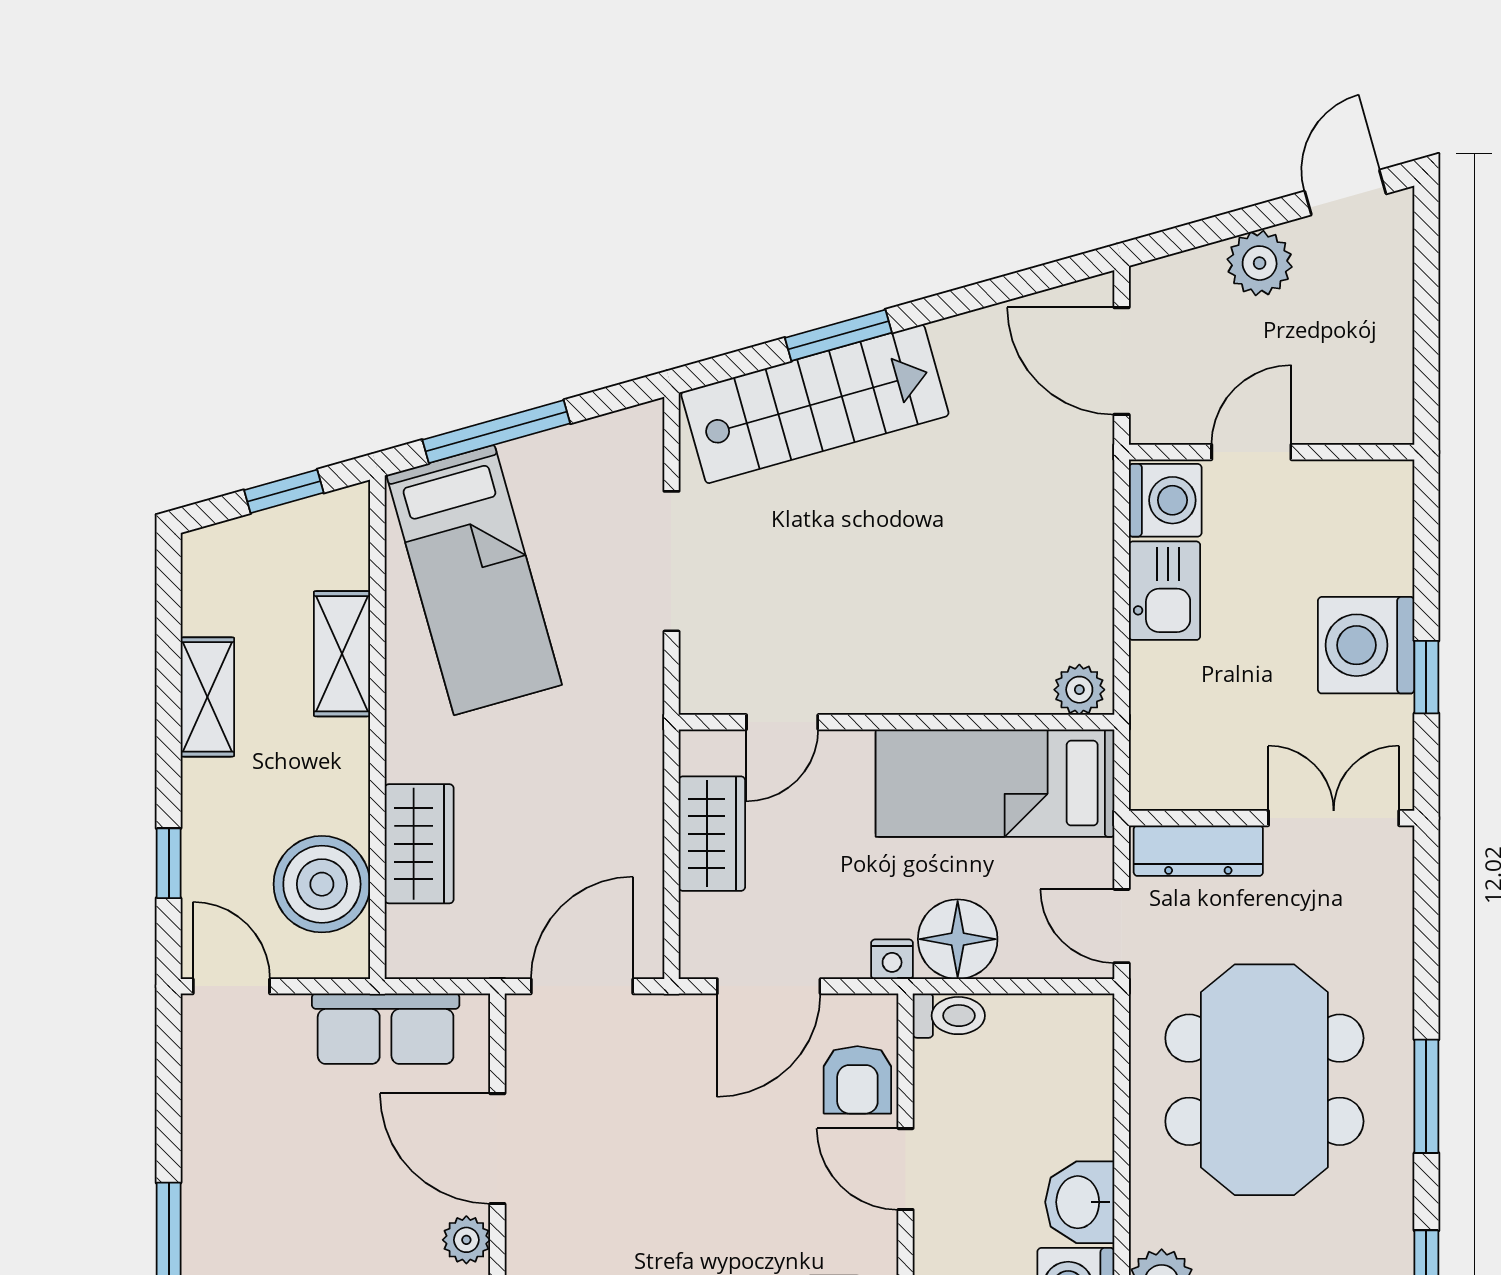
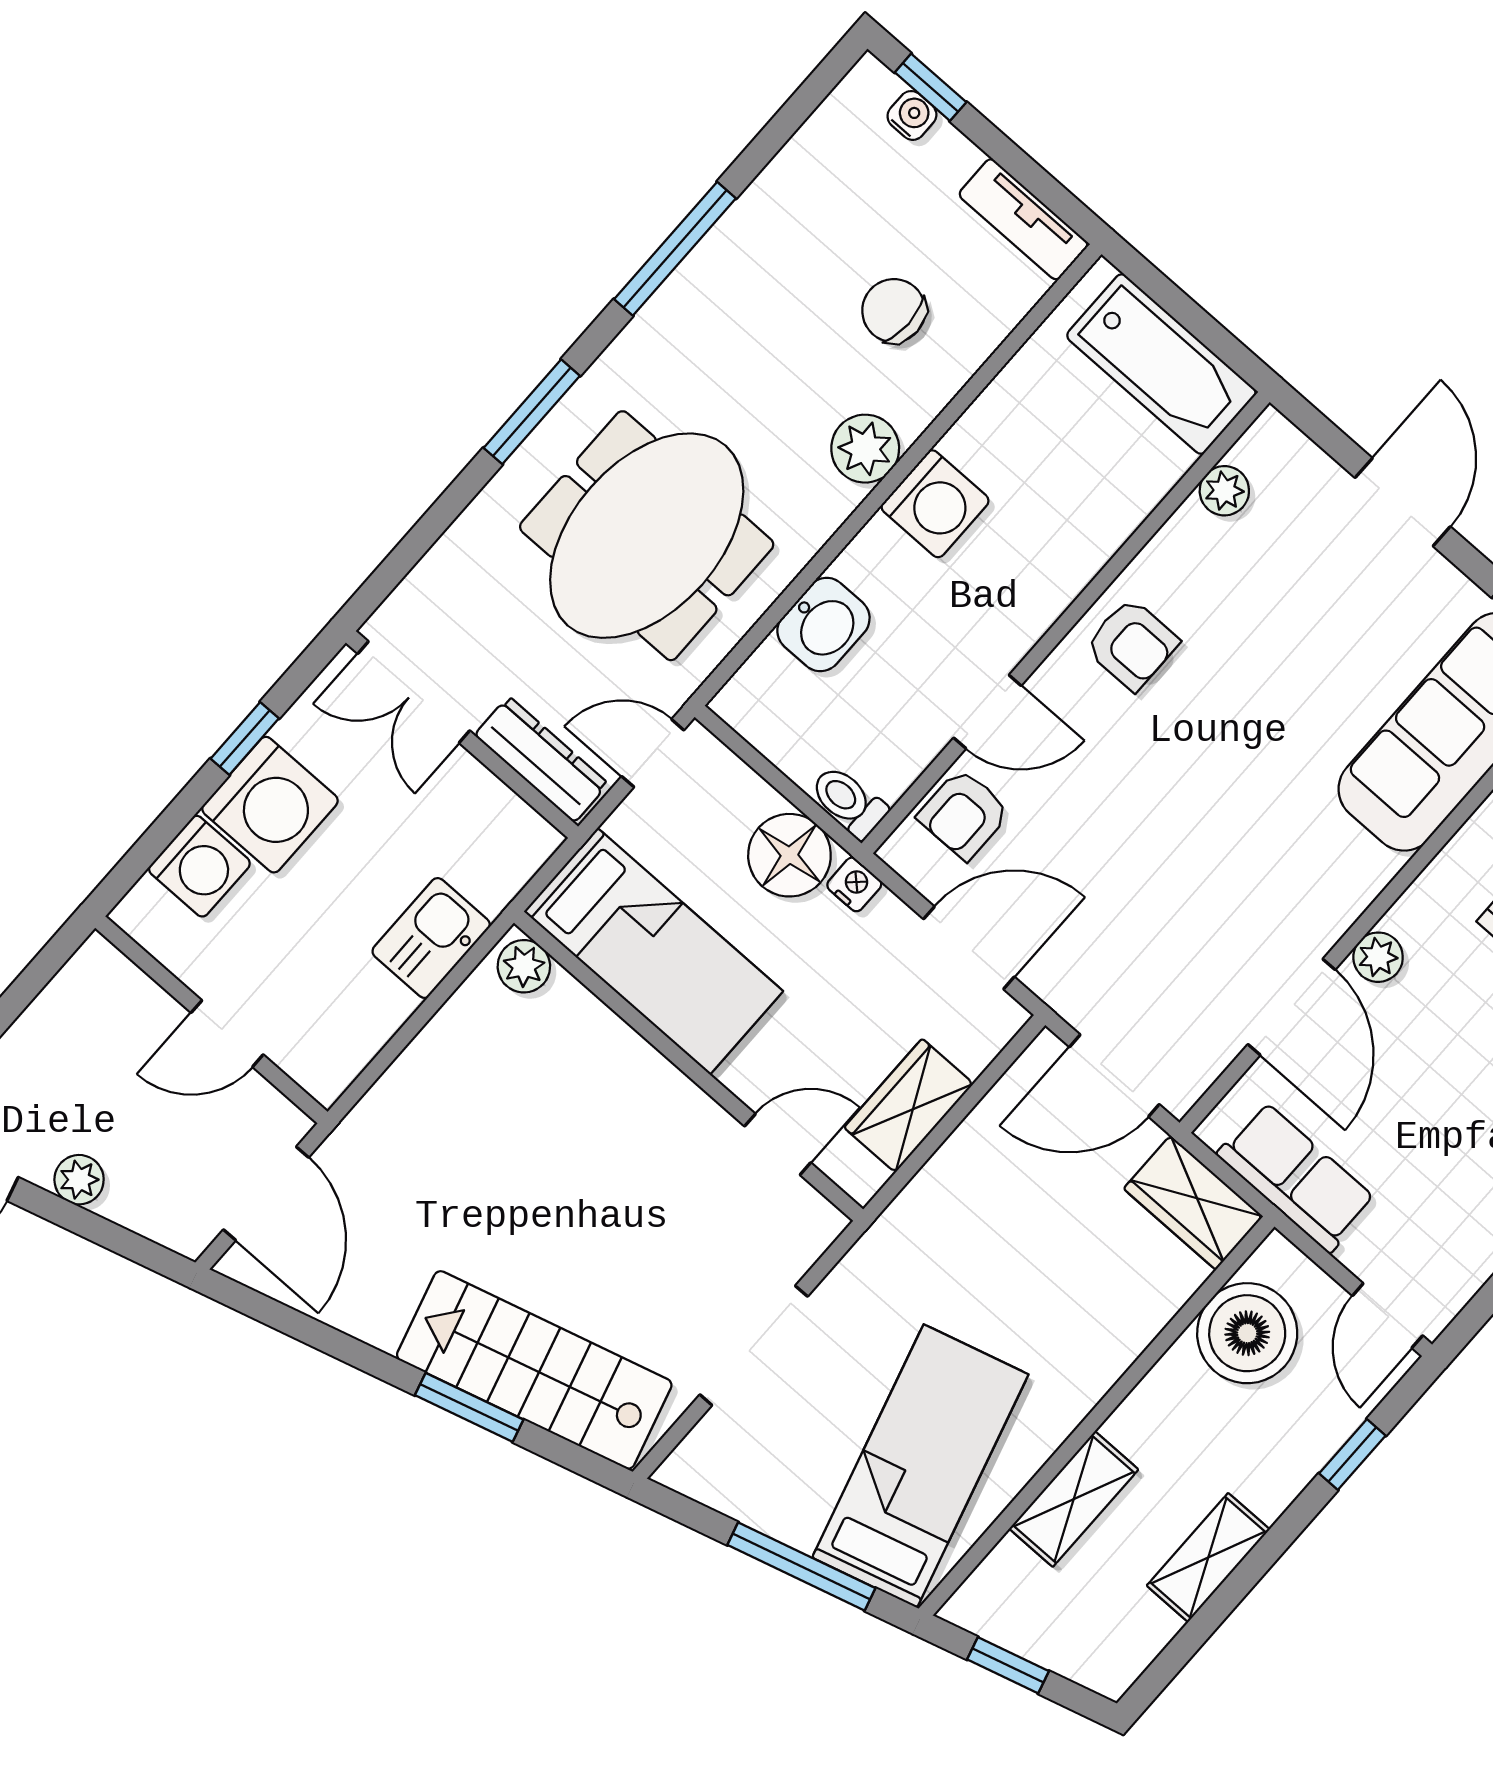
plant: (1260, 263) -> (79, 1180), width x0.73, depth x0.73
washing machine: (1165, 500) -> (199, 866), moved, turned 180
kitchen sink: (1165, 591) -> (431, 938), moved
wardrobe: (419, 844) -> (1193, 1203), moved, turned -90
door: (1122, 926) -> (653, 753), swing flipped
armchair: (857, 1080) -> (964, 814), turned 180
door: (906, 1169) -> (987, 712), hinge flipped
washbasin: (1080, 1202) -> (823, 625), moved

